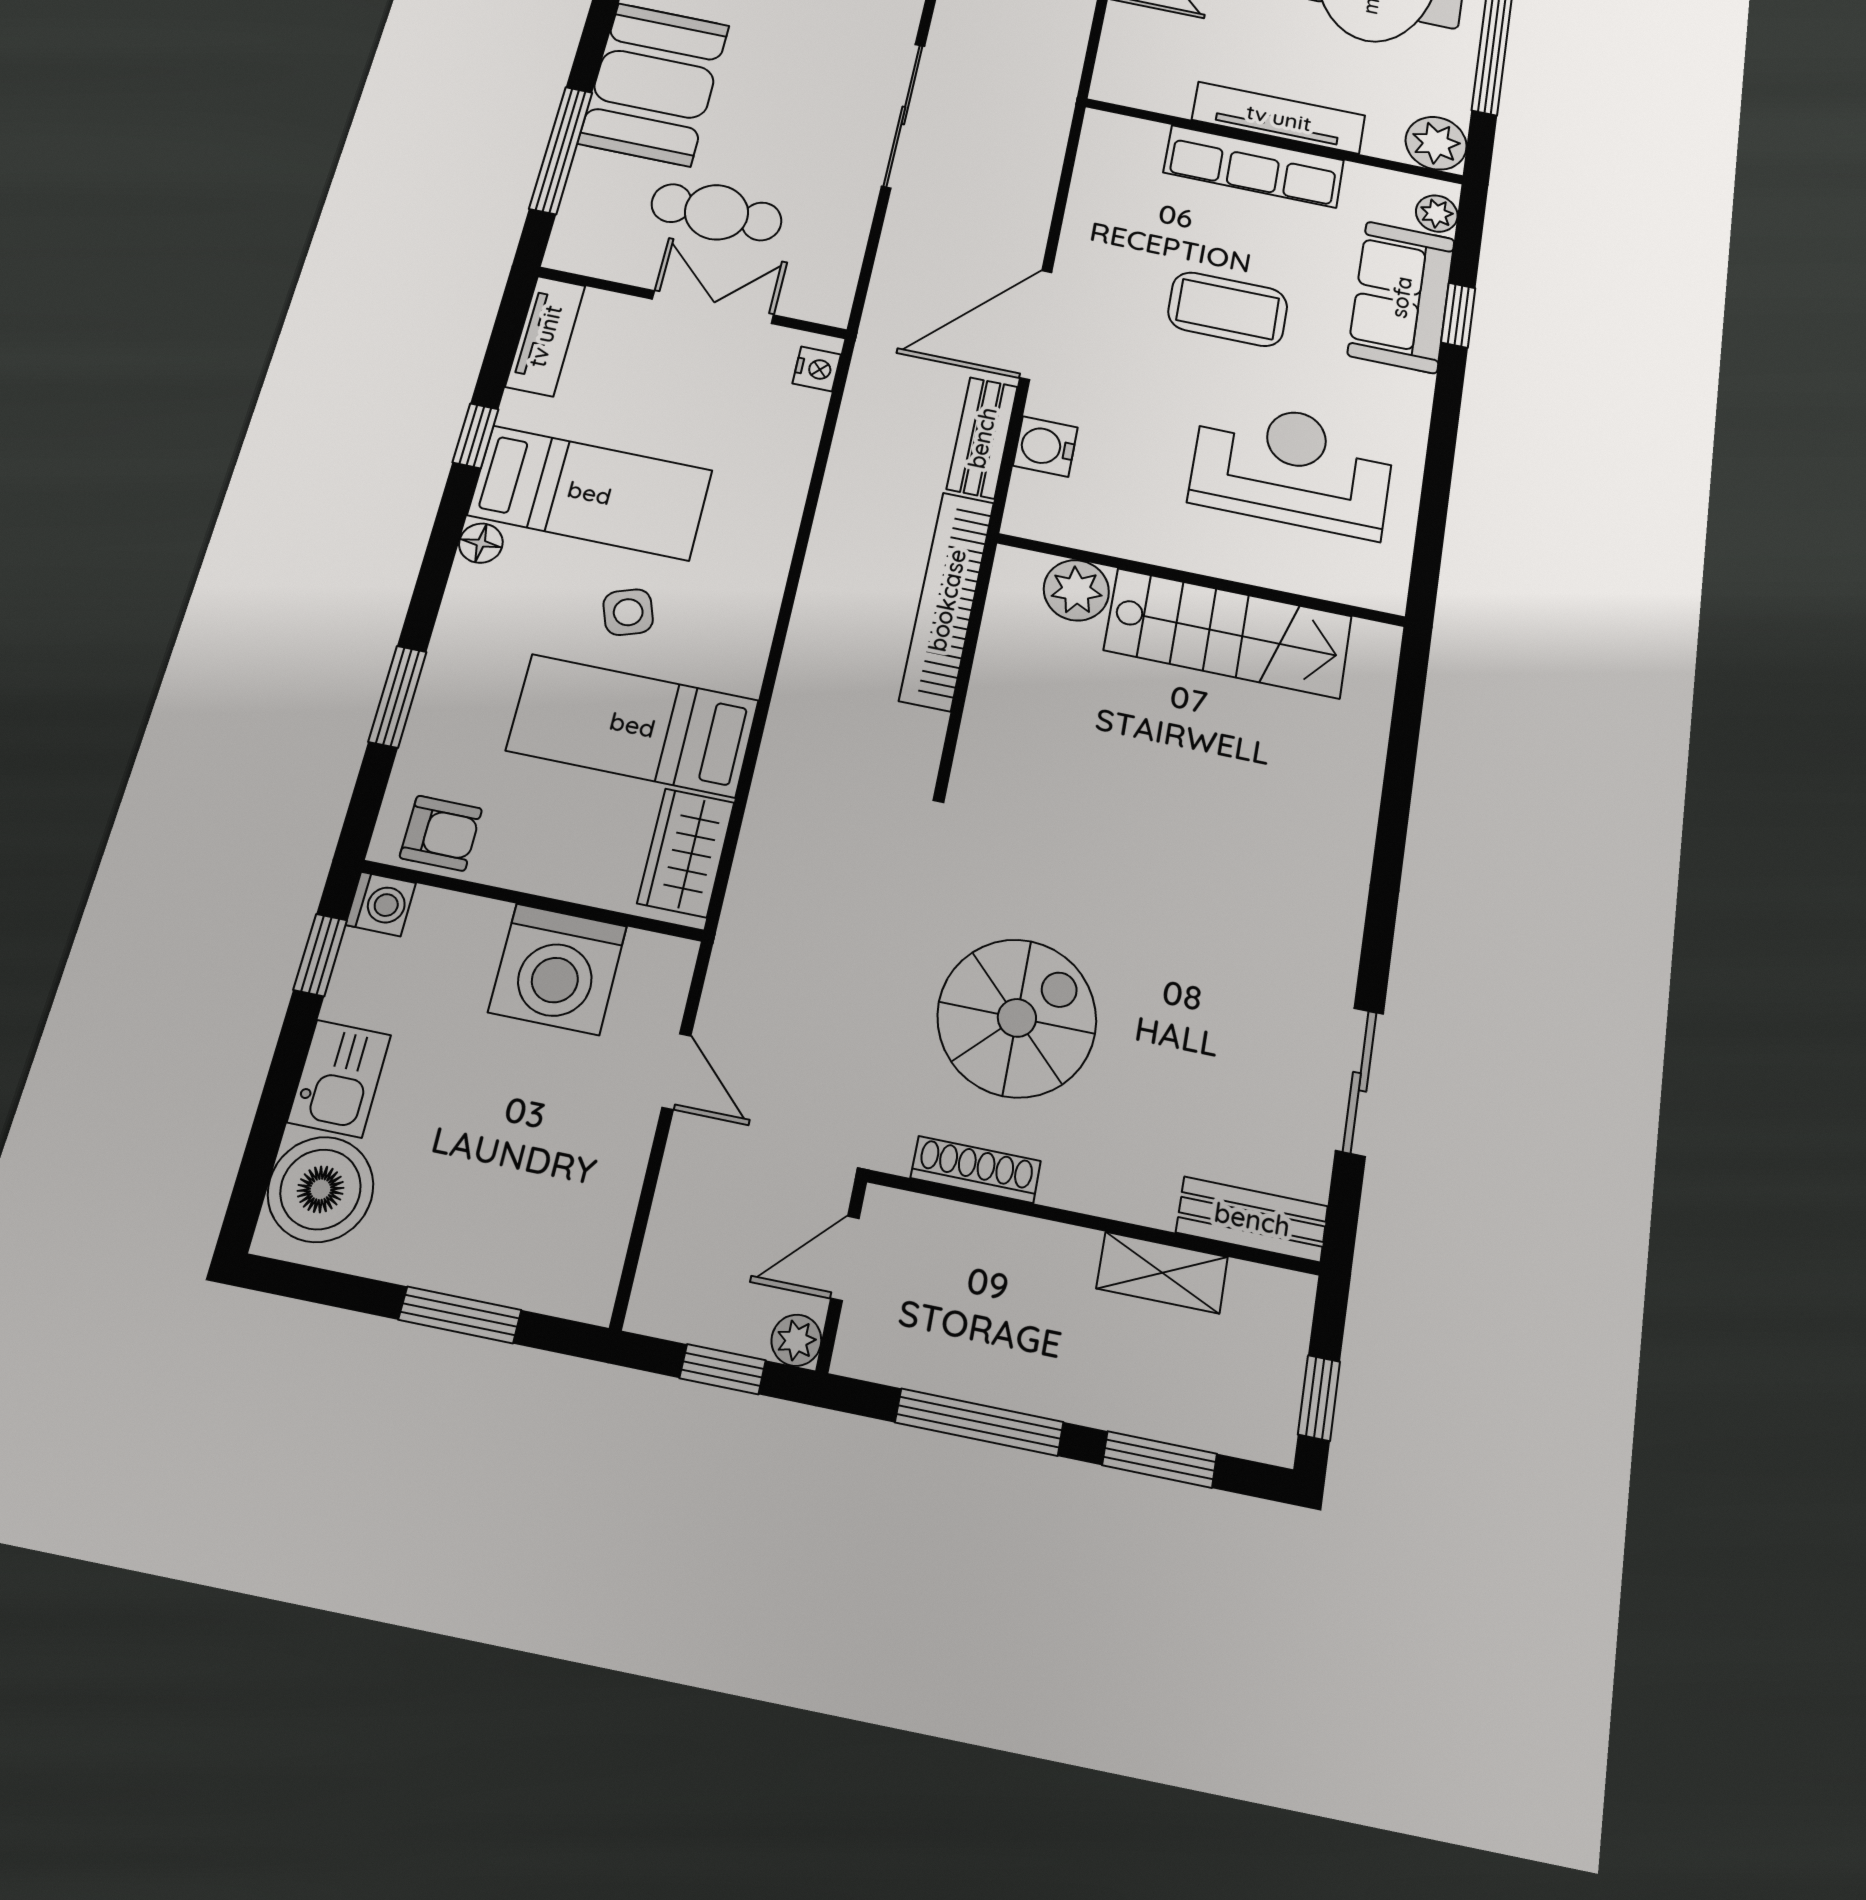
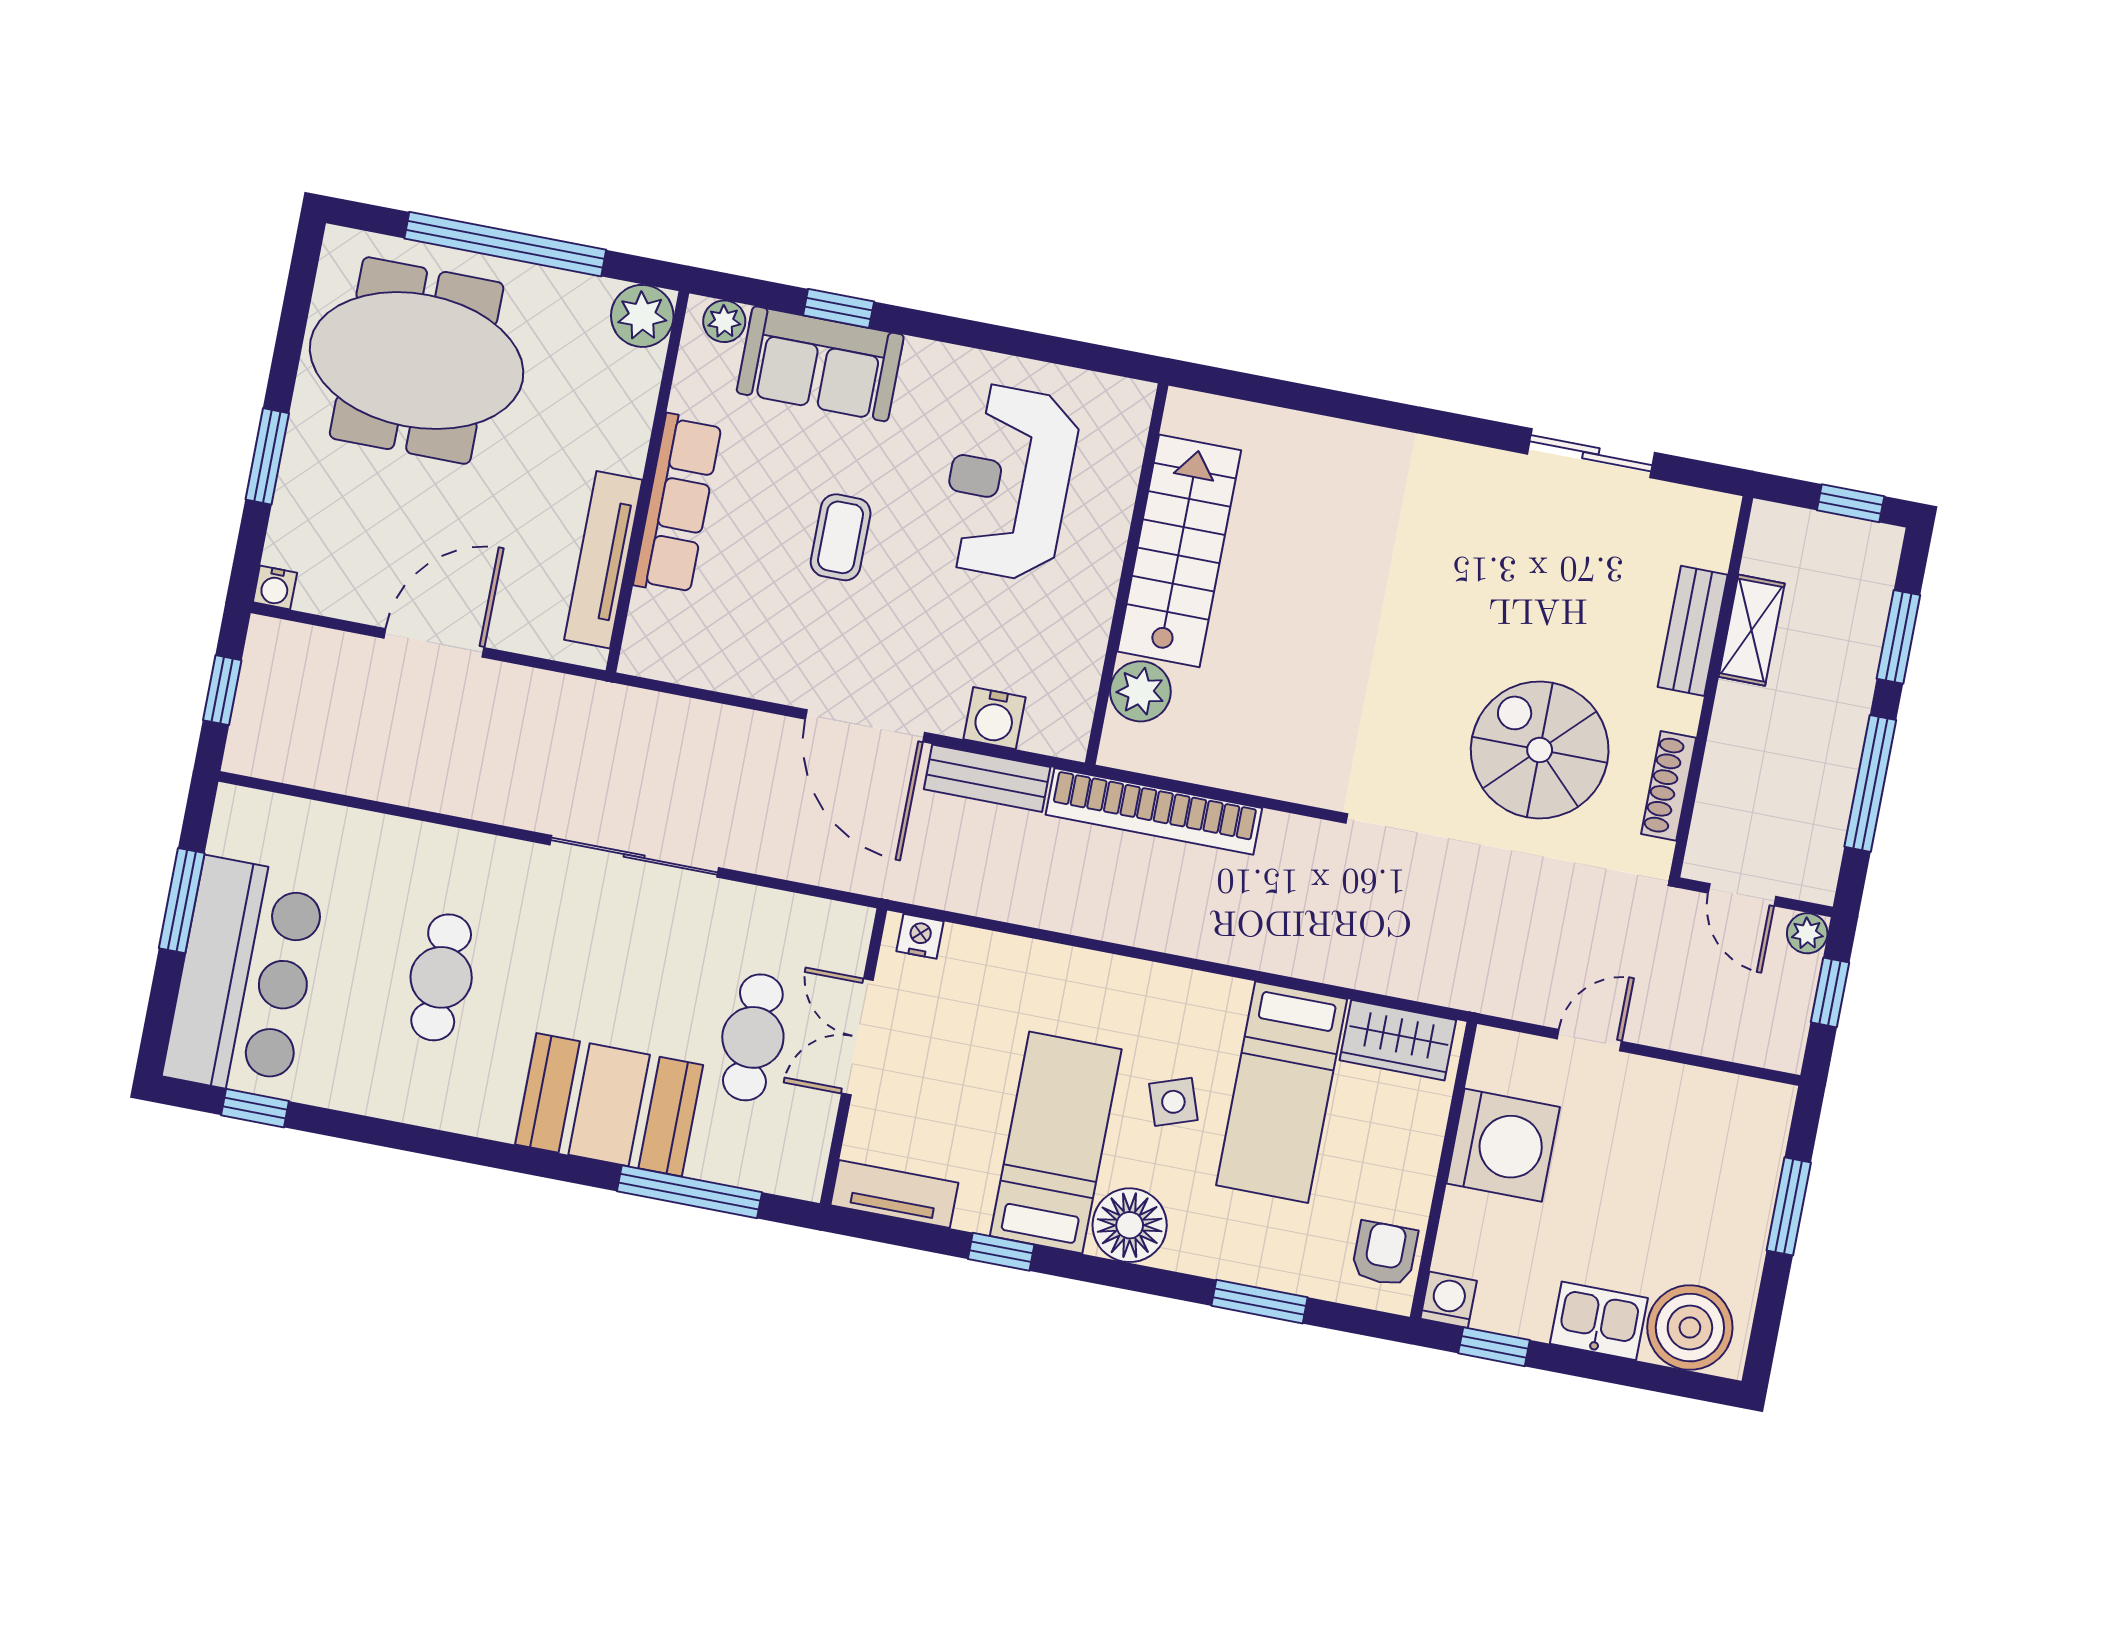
tv unit: (1279, 118) -> (603, 560), moved
coffee table: (1228, 309) -> (841, 537), width x0.73, depth x0.77
floor lamp: (481, 543) -> (1130, 1225), width x1.89, depth x1.89
bench: (1252, 1219) -> (1693, 631), moved

